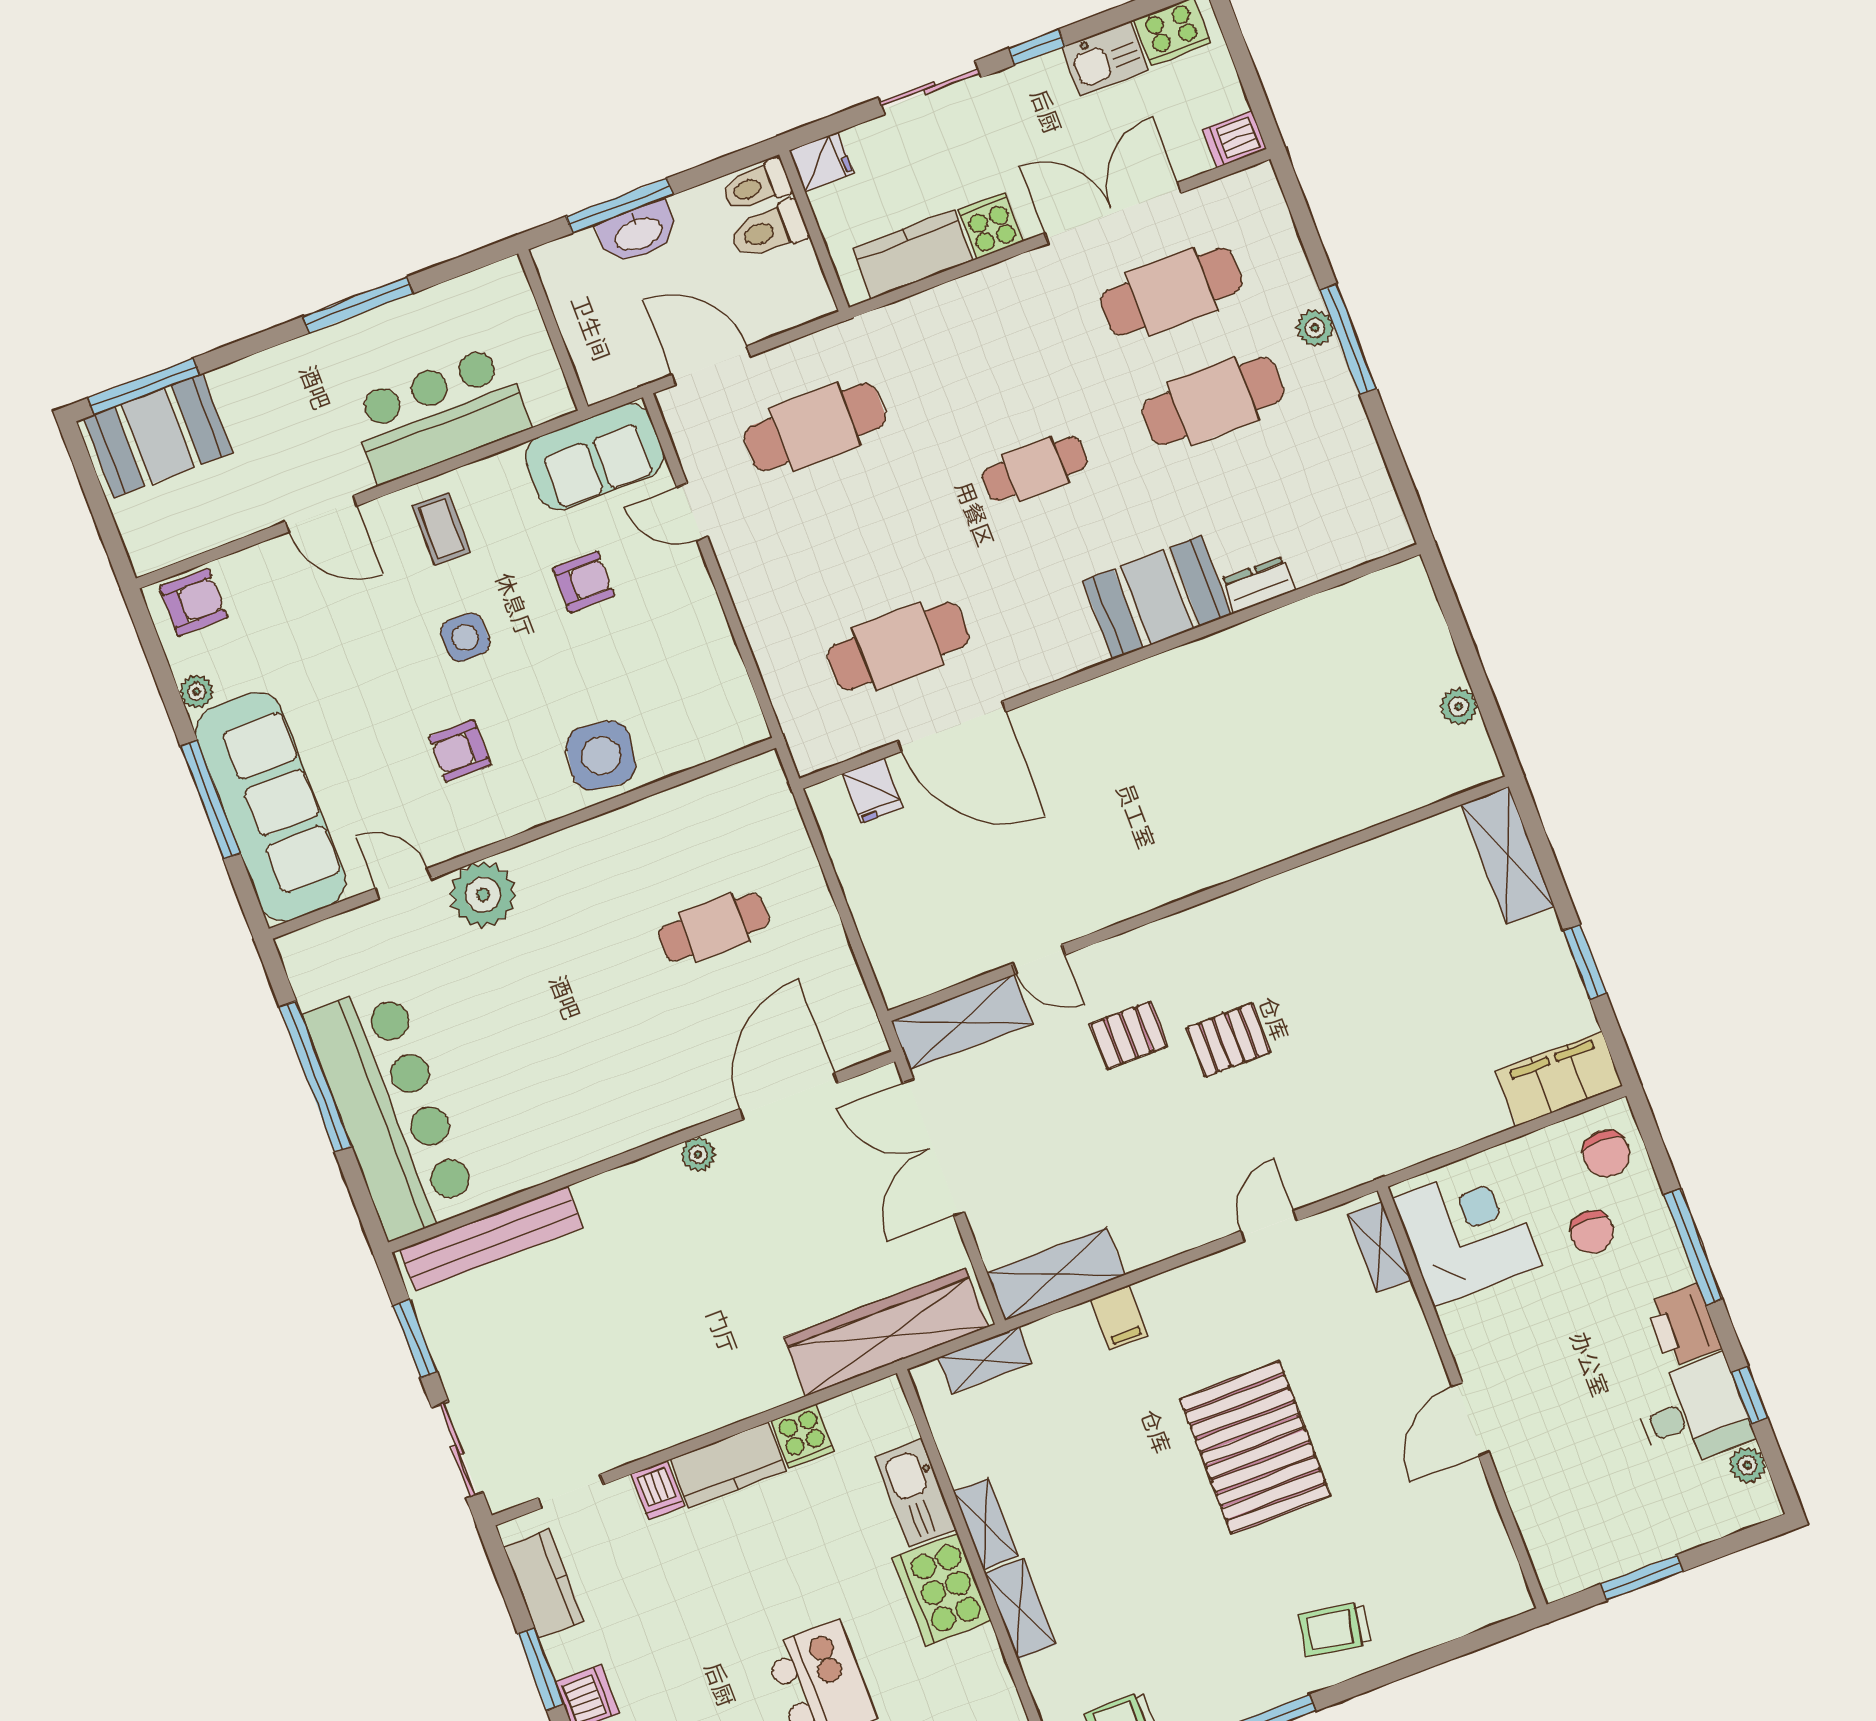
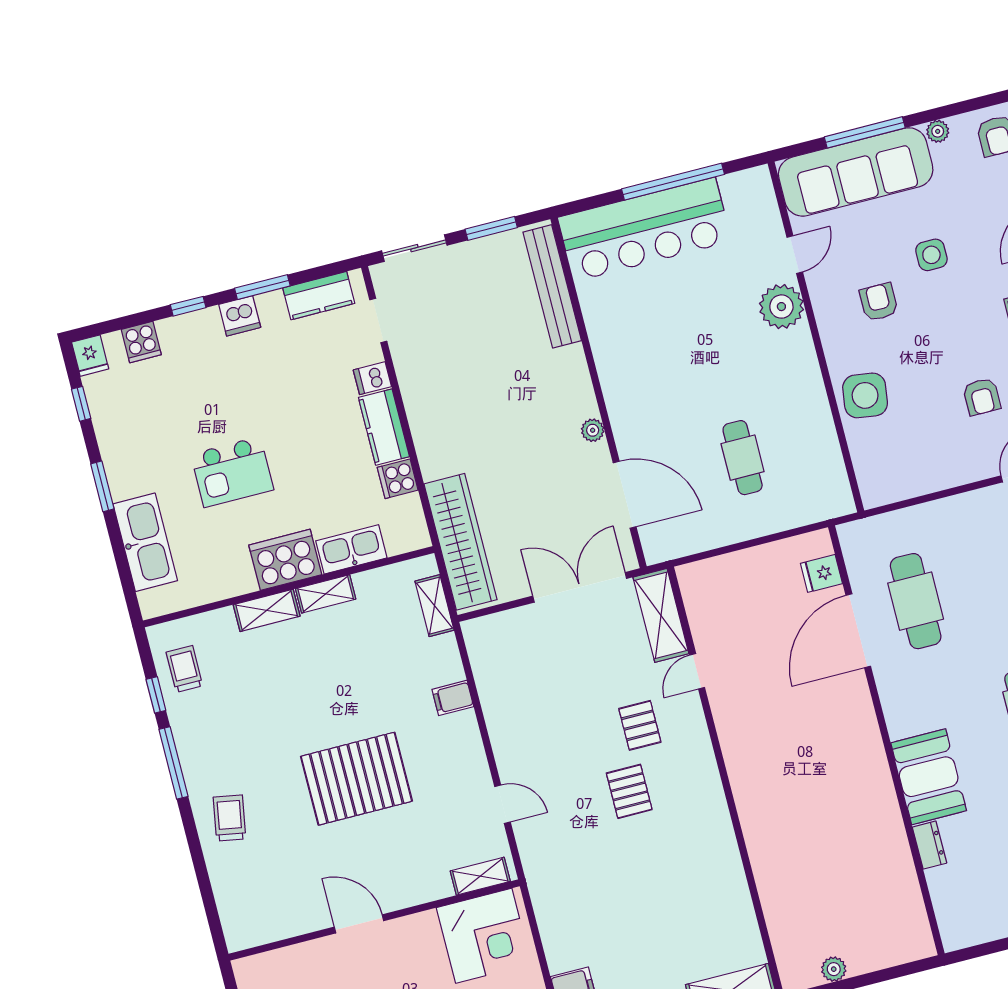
side table: (465, 637) -> (931, 255), moved
shelving: (1056, 1274) -> (487, 659), removed

